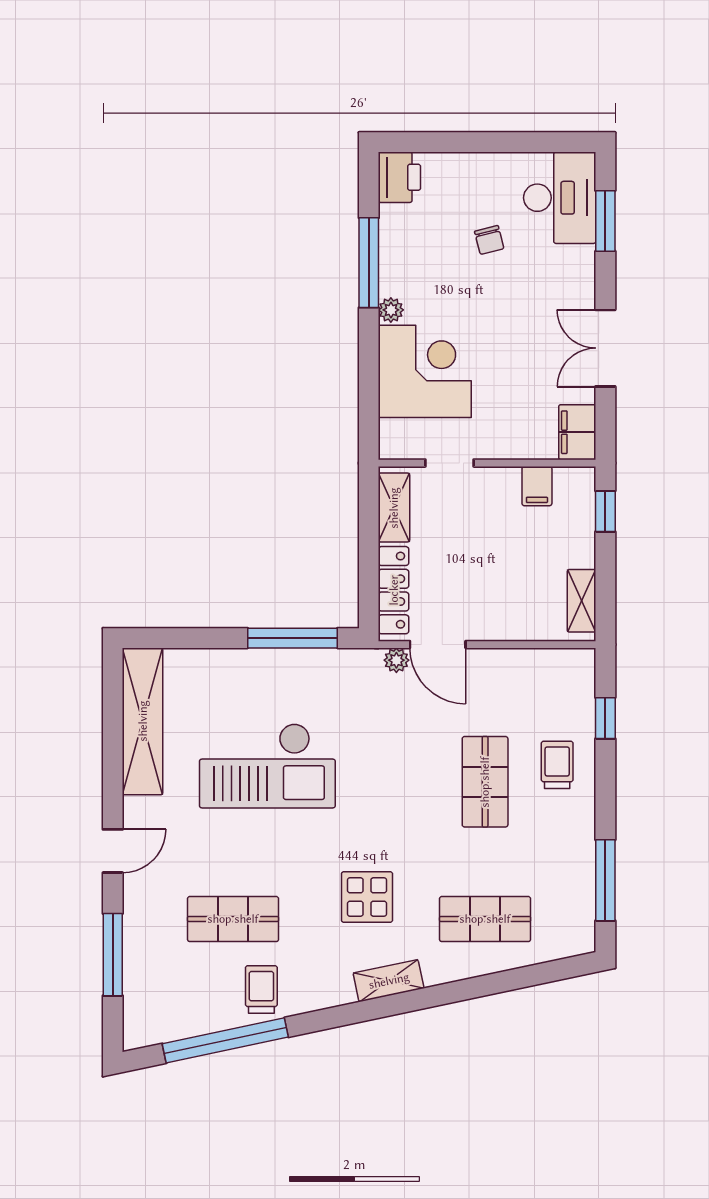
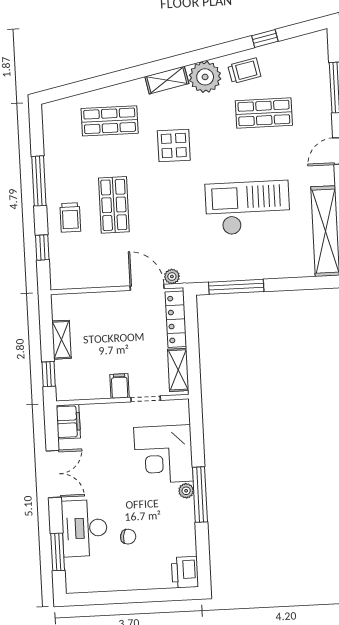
desk: (560, 198) -> (84, 528), moved
chair: (489, 240) -> (128, 537), turned 112
window: (369, 263) -> (200, 495), moved
filing cabinet: (537, 486) -> (120, 386), moved
shelving: (581, 601) -> (62, 340), moved
window: (605, 880) -> (39, 181), moved
display table: (367, 897) -> (174, 146), moved
plant: (326, 983) -> (205, 77), added
trolley: (261, 989) -> (244, 71), turned -102
window: (225, 1040) -> (265, 38), width x0.32

